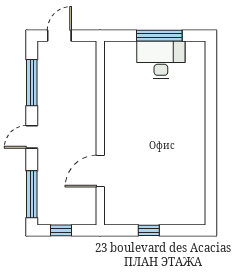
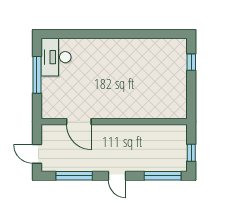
desk: (161, 60) -> (56, 57), moved
door: (100, 171) -> (79, 122), moved
window: (149, 230) -> (191, 62), moved

